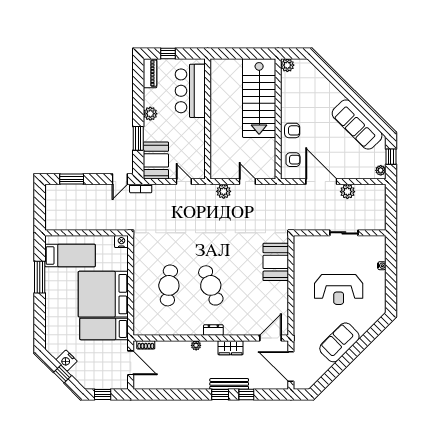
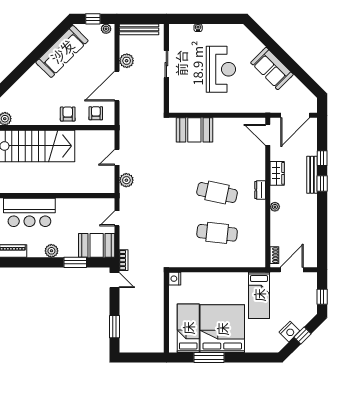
bench: (380, 205) -> (139, 29), added
cafe table: (211, 285) -> (217, 193), turned 33
bed: (103, 294) -> (222, 329), moved, turned 180

